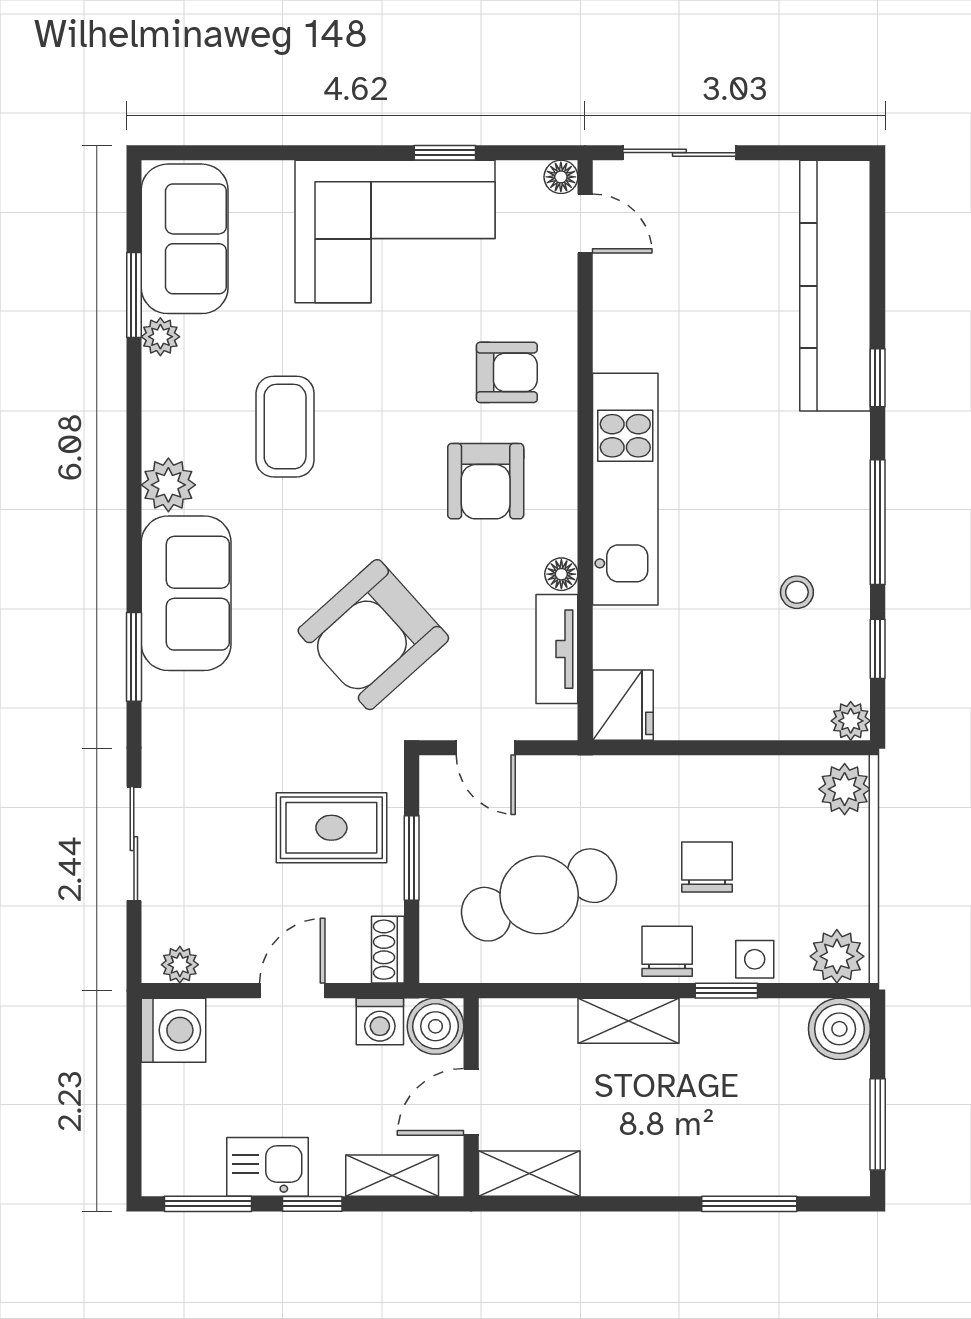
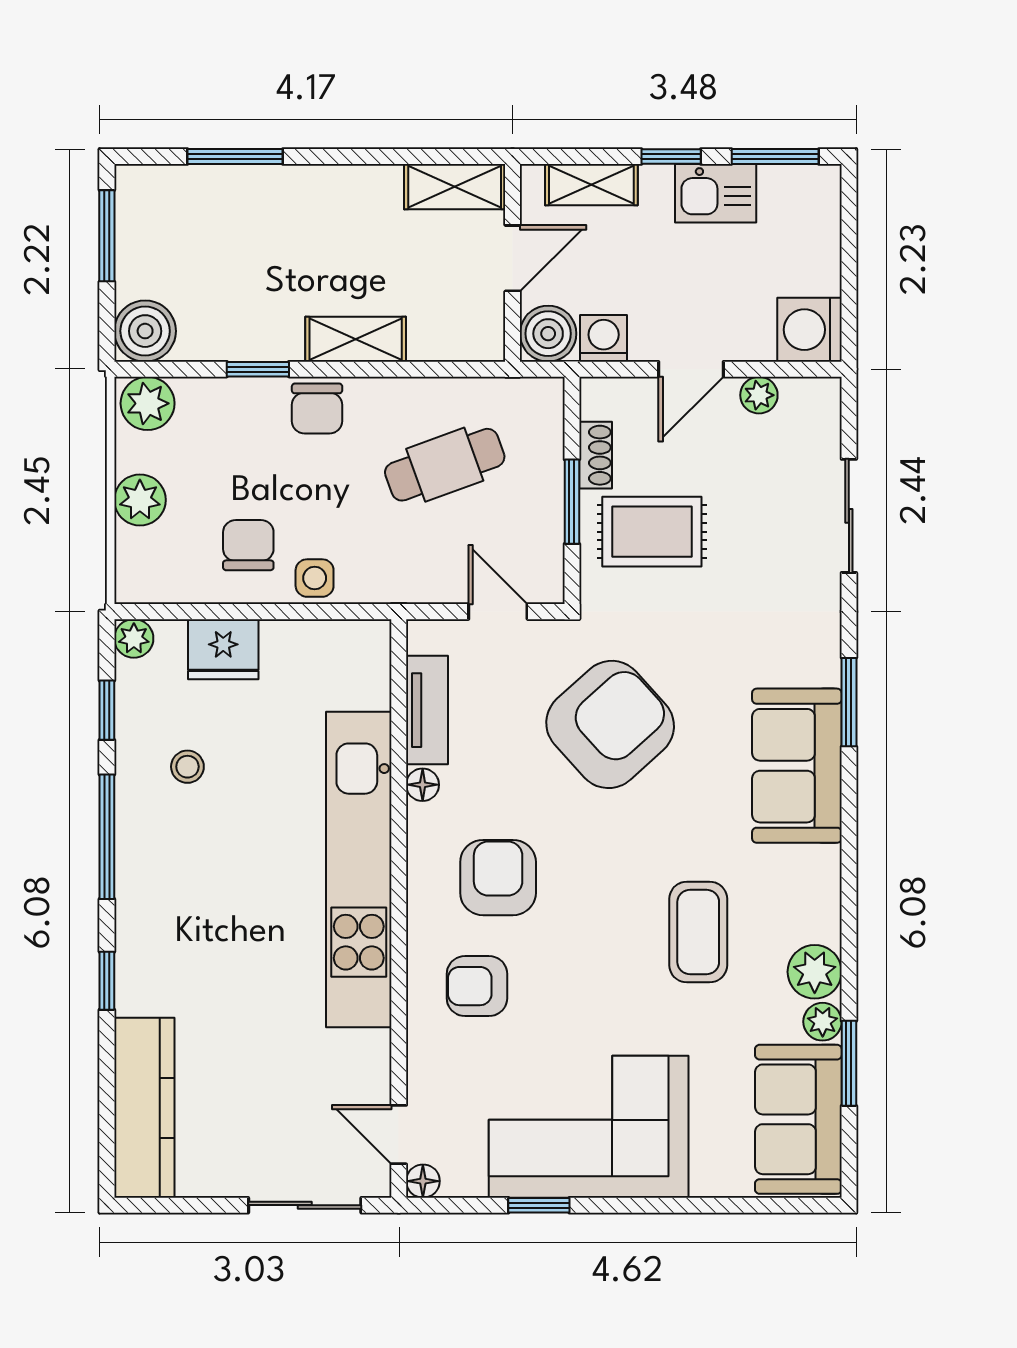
kitchen counter: (835, 286) -> (144, 1108), width x0.72, depth x0.86
plant: (168, 485) -> (815, 972), moved
kitchen unit: (625, 489) -> (359, 870), width x1.36
fridge: (623, 705) -> (223, 649), moved, turned -90
plant: (845, 789) -> (140, 500), moved
chair: (707, 867) -> (248, 545), moved, turned 180
cafe table: (539, 895) -> (445, 465), width x0.73, depth x0.74
shoe rack: (388, 950) -> (596, 455), moved
side table: (755, 959) -> (315, 578), moved
plant: (180, 965) -> (759, 395), moved

